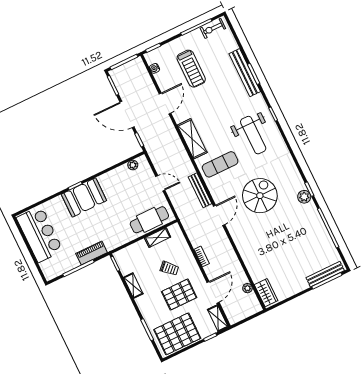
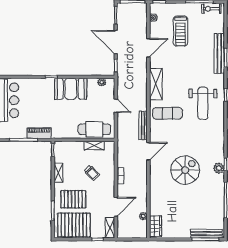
spiral stairs: (260, 196) -> (185, 170), moved
booth: (84, 197) -> (71, 89), moved
pallet: (179, 295) -> (73, 199), moved

